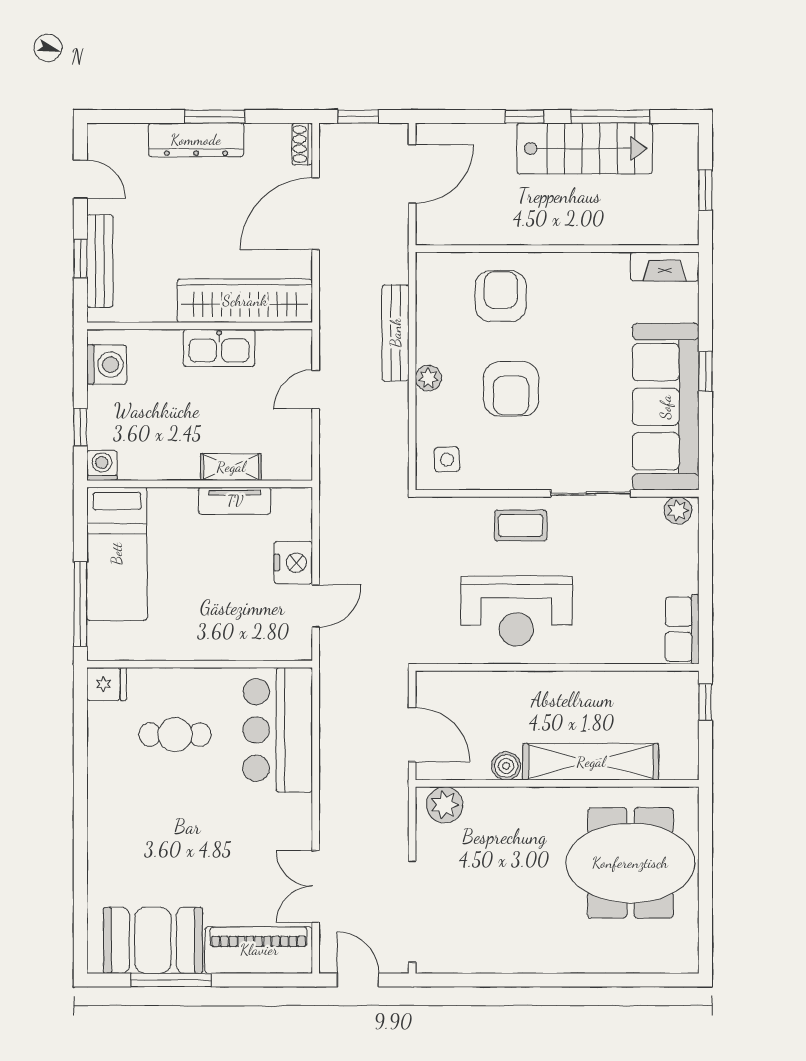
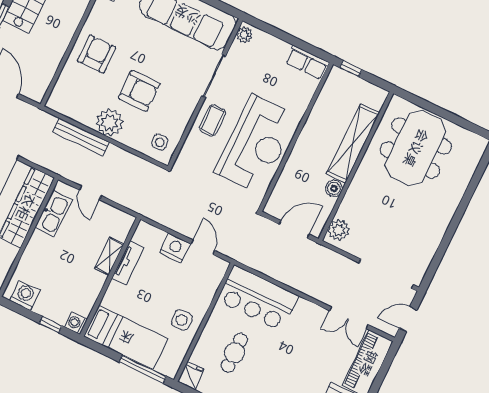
armchair: (501, 296) -> (97, 54), moved, turned 90
kitchen sink: (219, 348) -> (54, 214), moved
plant: (428, 378) -> (110, 123), width x1.87, depth x1.87
reception desk: (516, 611) -> (256, 144), width x1.36, depth x1.30
side table: (186, 628) -> (182, 320), added

